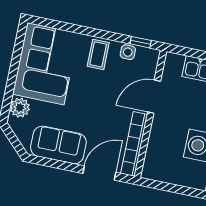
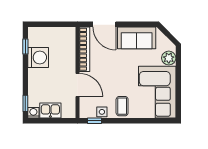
door: (154, 97) -> (77, 85), hinge flipped
door: (99, 173) -> (104, 24), hinge flipped

